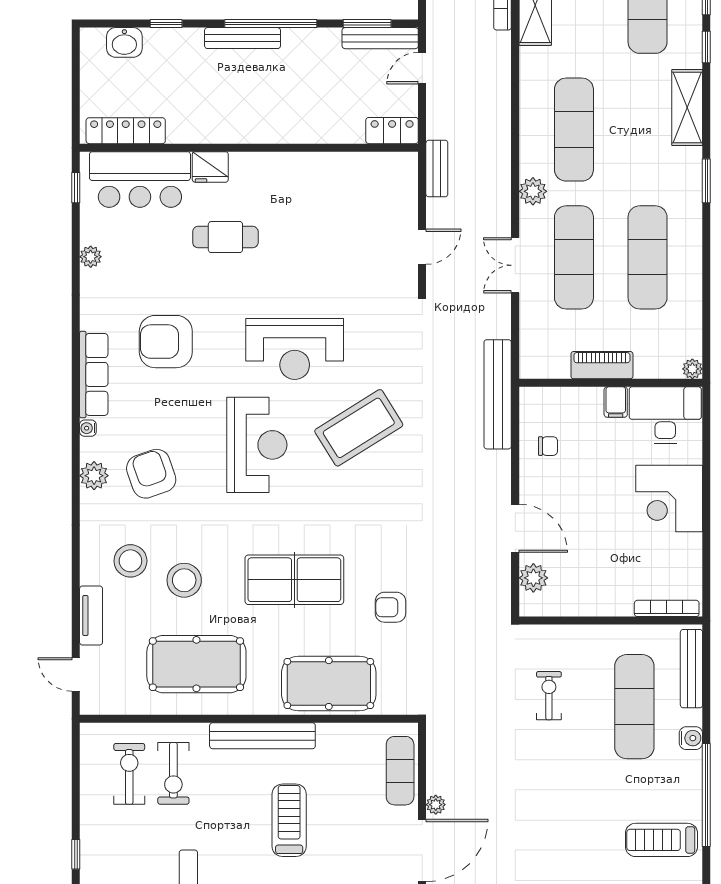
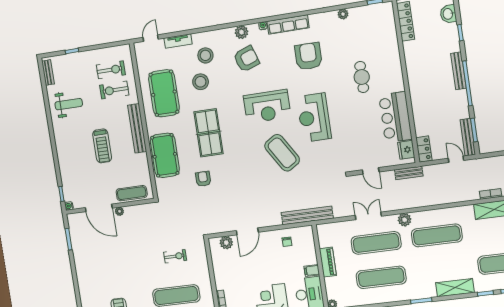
fridge: (210, 167) -> (406, 150), moved
bar counter: (140, 180) -> (395, 117), moved
treadmill: (289, 820) -> (102, 146), turned 90

